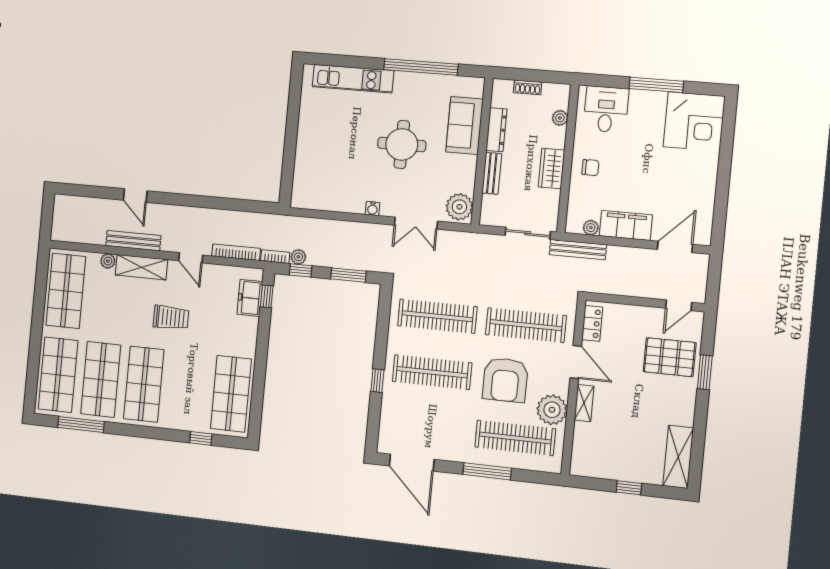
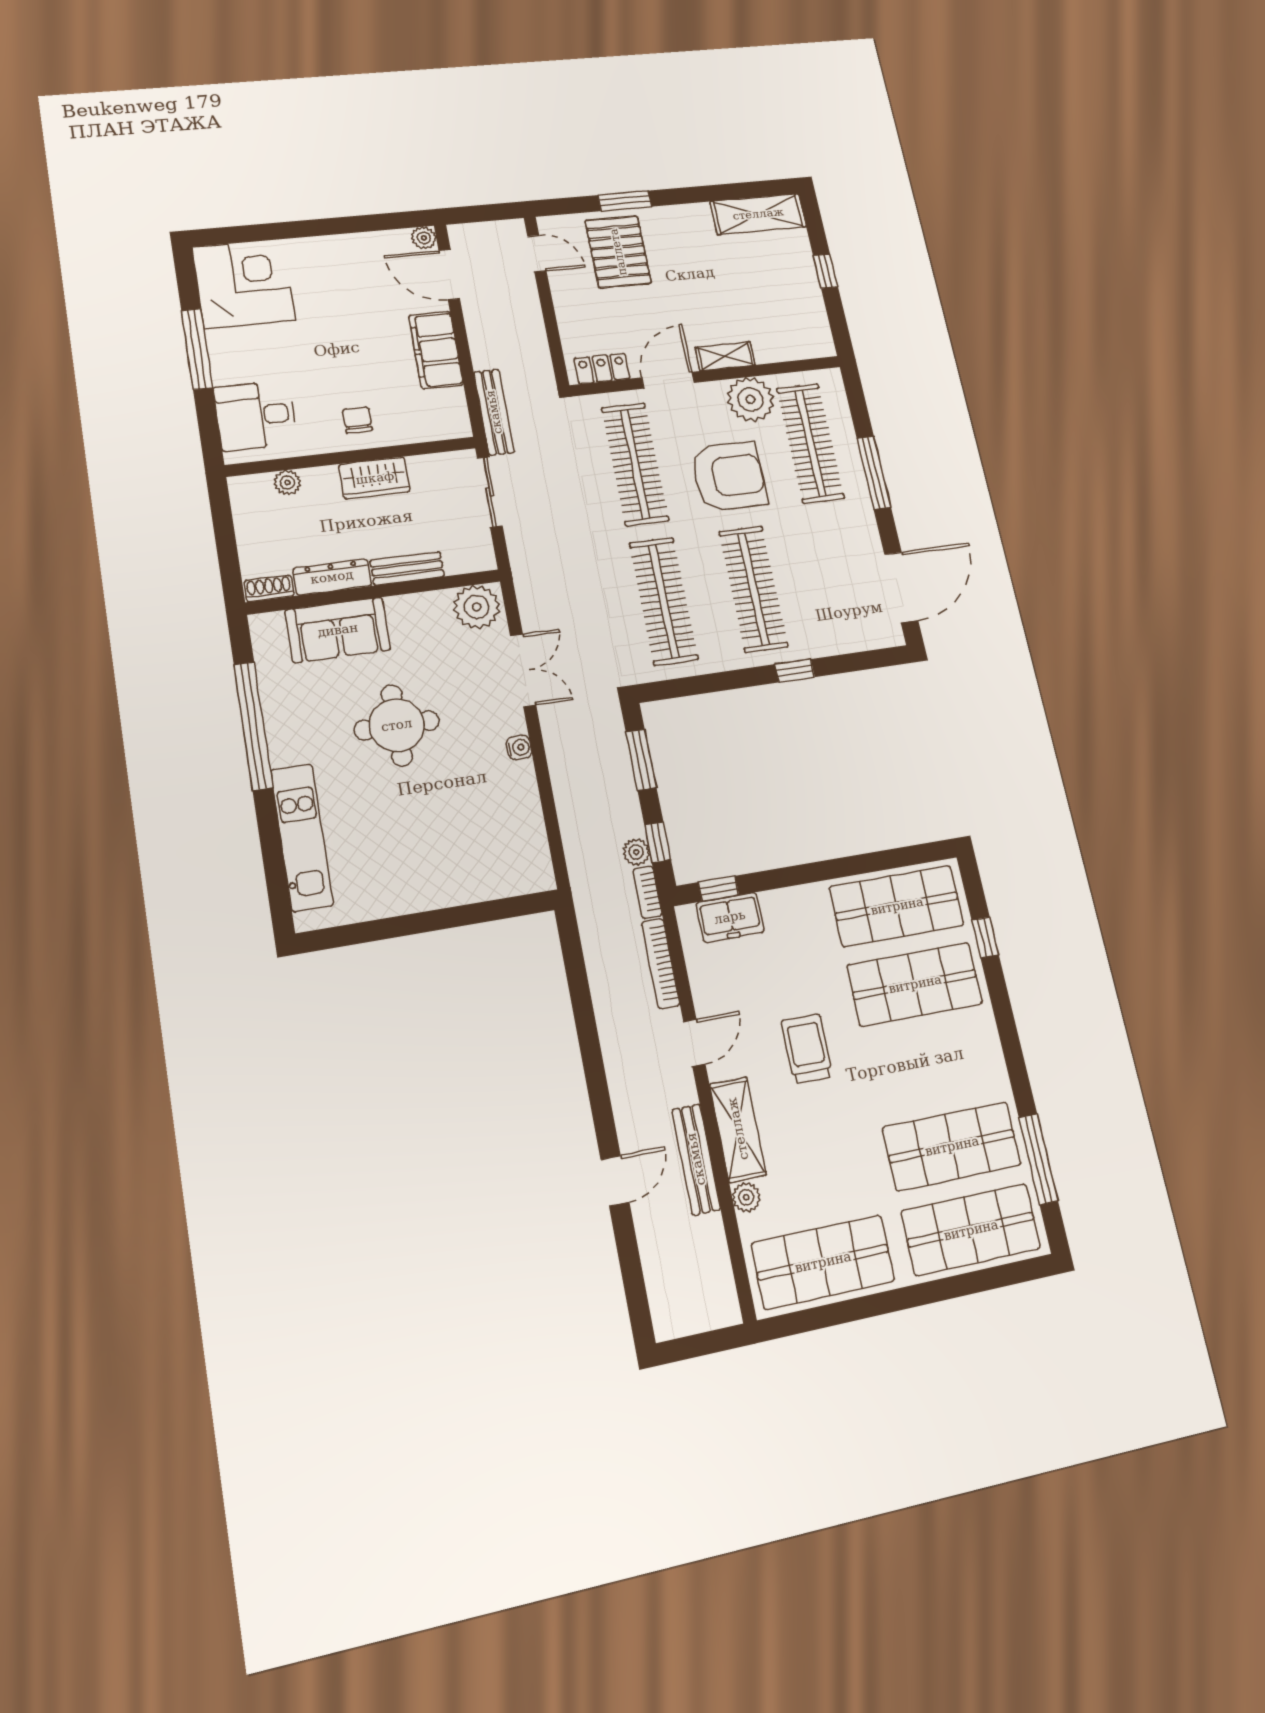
shoe rack: (528, 87) -> (269, 588), moved, turned -90
plant: (591, 228) -> (424, 238), moved
shop shelf: (144, 384) -> (915, 984), moved

